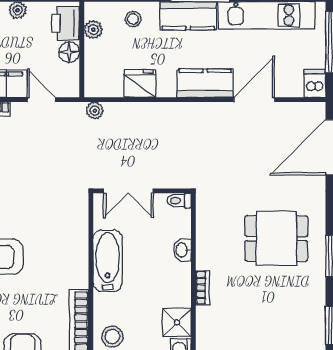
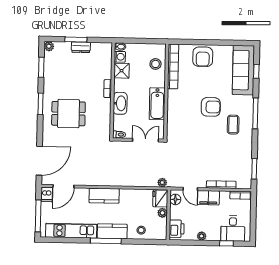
plant: (93, 30) -> (162, 213), moved
floor lamp: (69, 52) -> (175, 199), moved
fridge: (140, 84) -> (160, 199), moved, turned 90
door: (254, 100) -> (63, 186), moved
washbasin: (182, 250) -> (120, 103), width x1.91, depth x1.45

